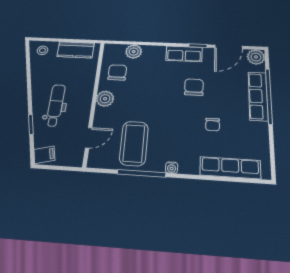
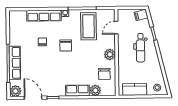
door: (229, 47) -> (33, 98), hinge flipped
row of seats: (184, 54) -> (77, 90), moved
chair: (194, 87) -> (66, 45), moved
row of seats: (230, 168) -> (44, 16), moved

